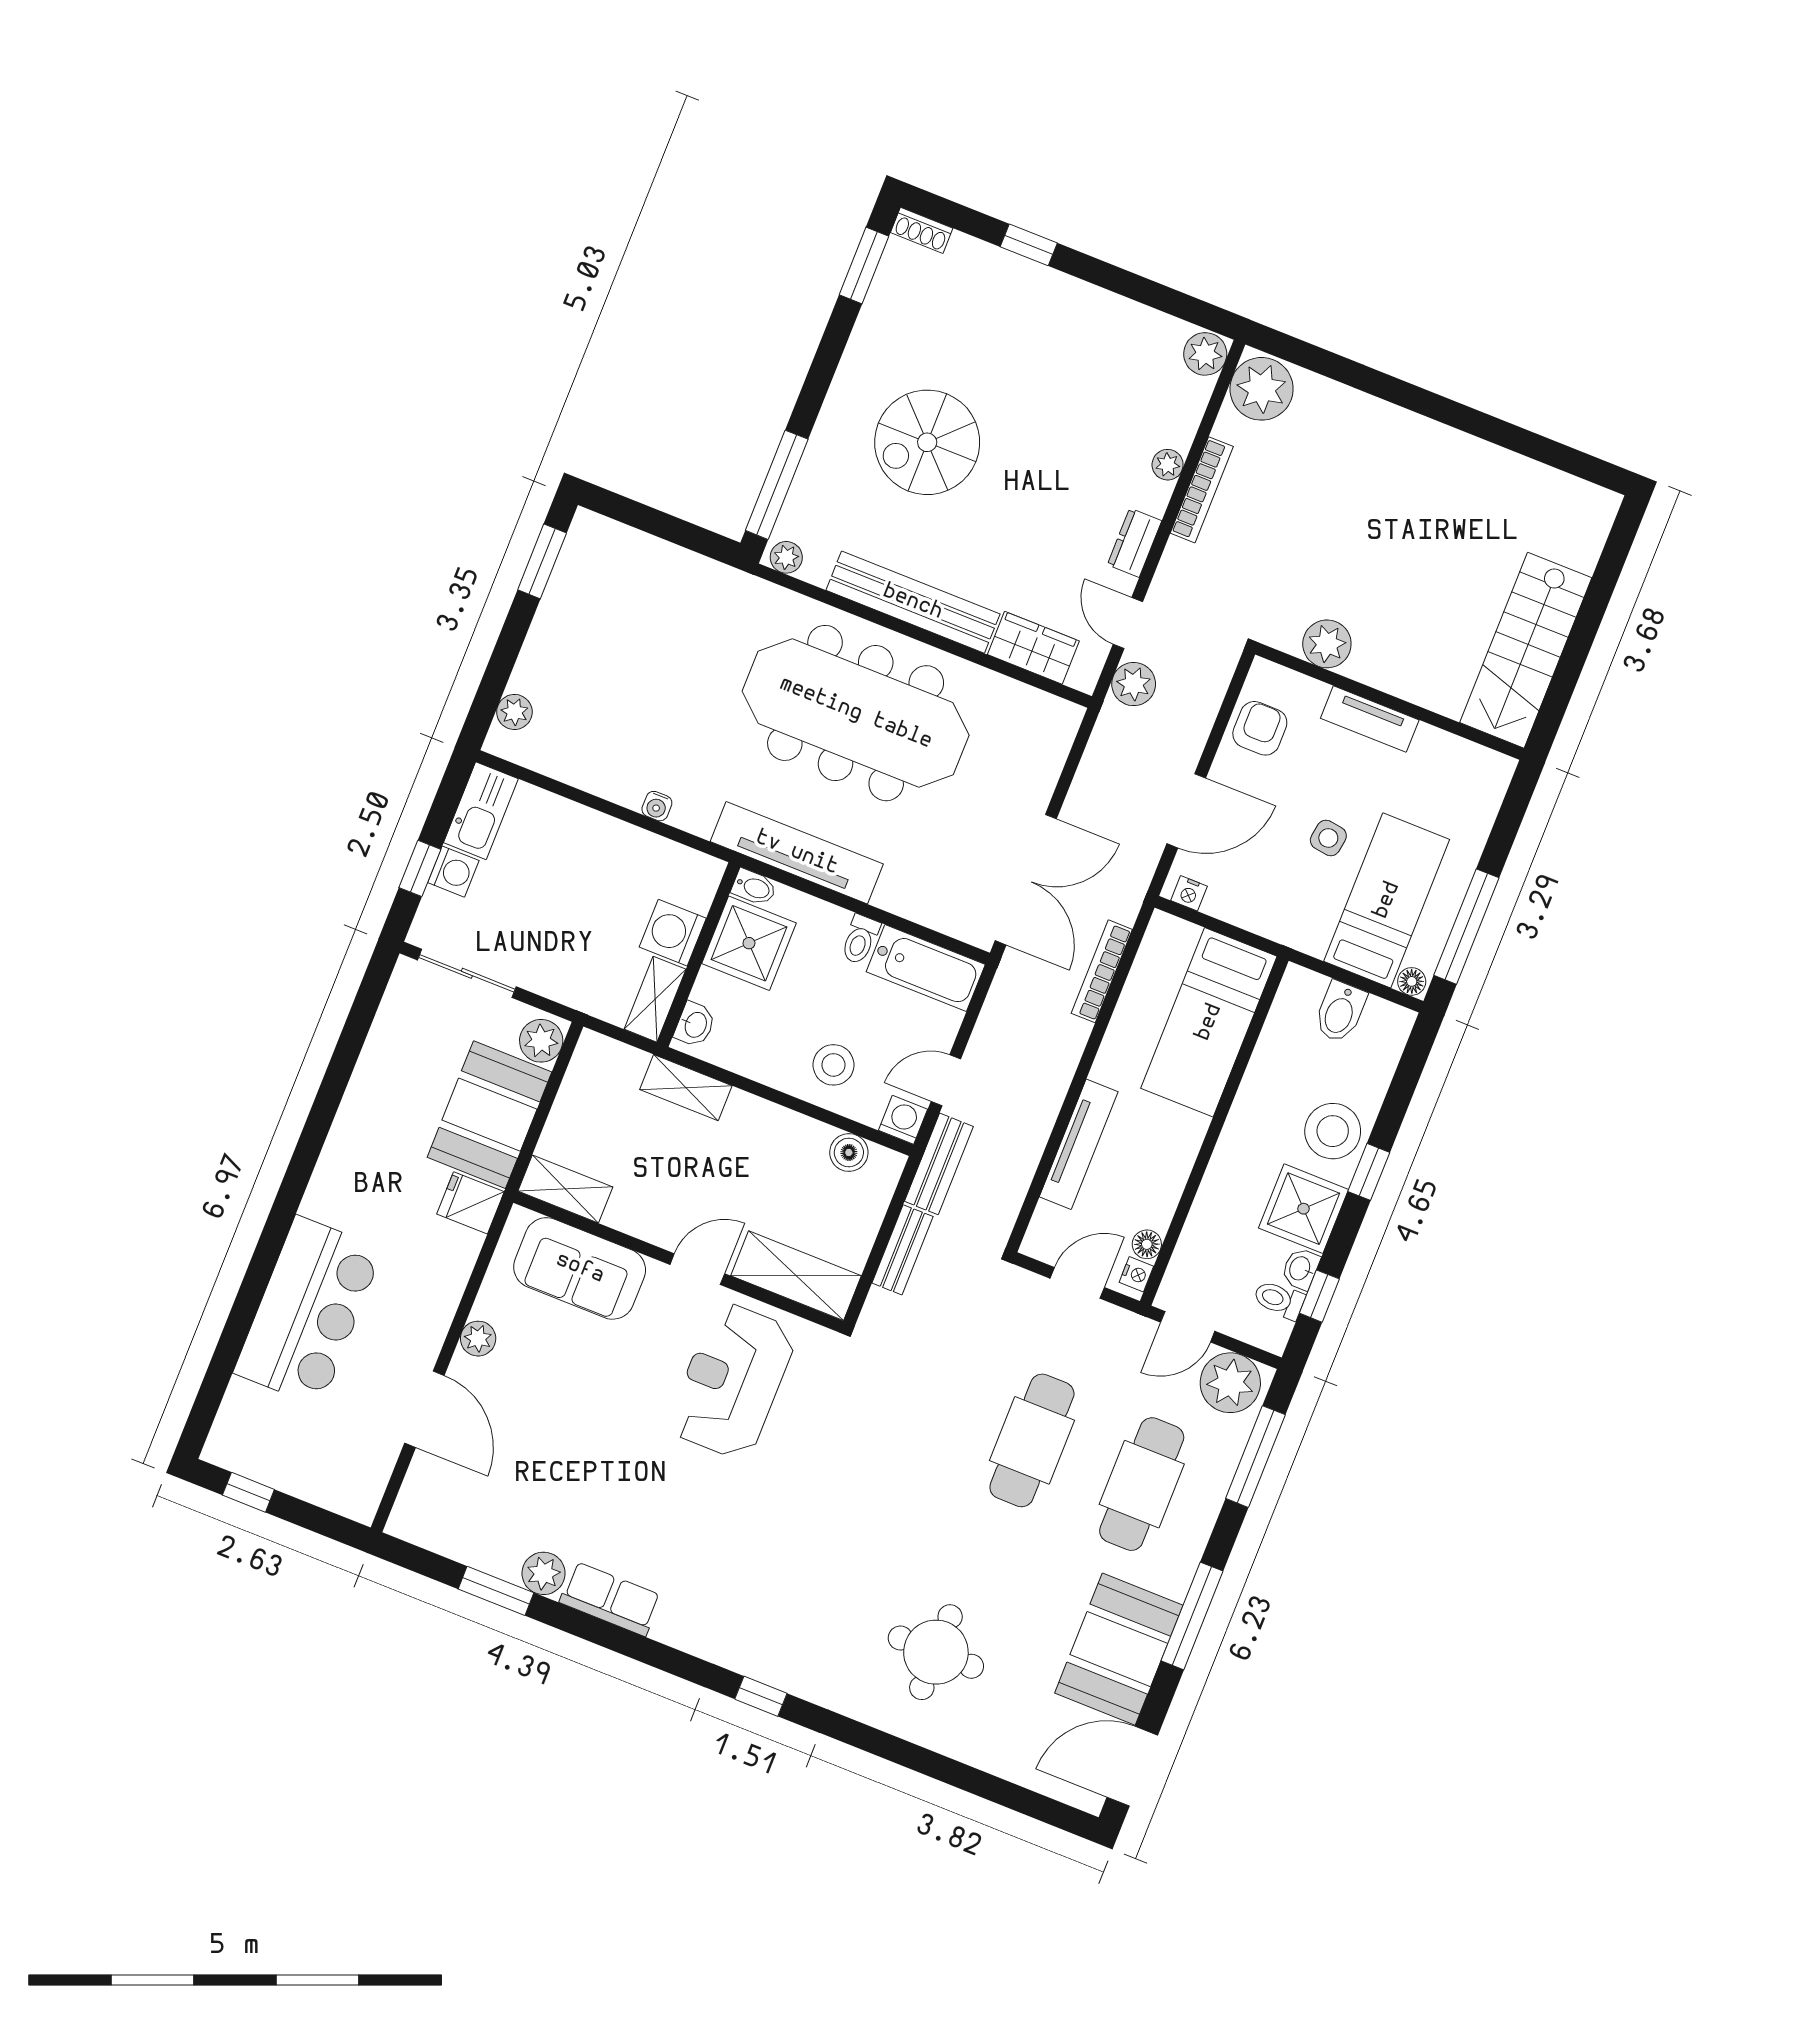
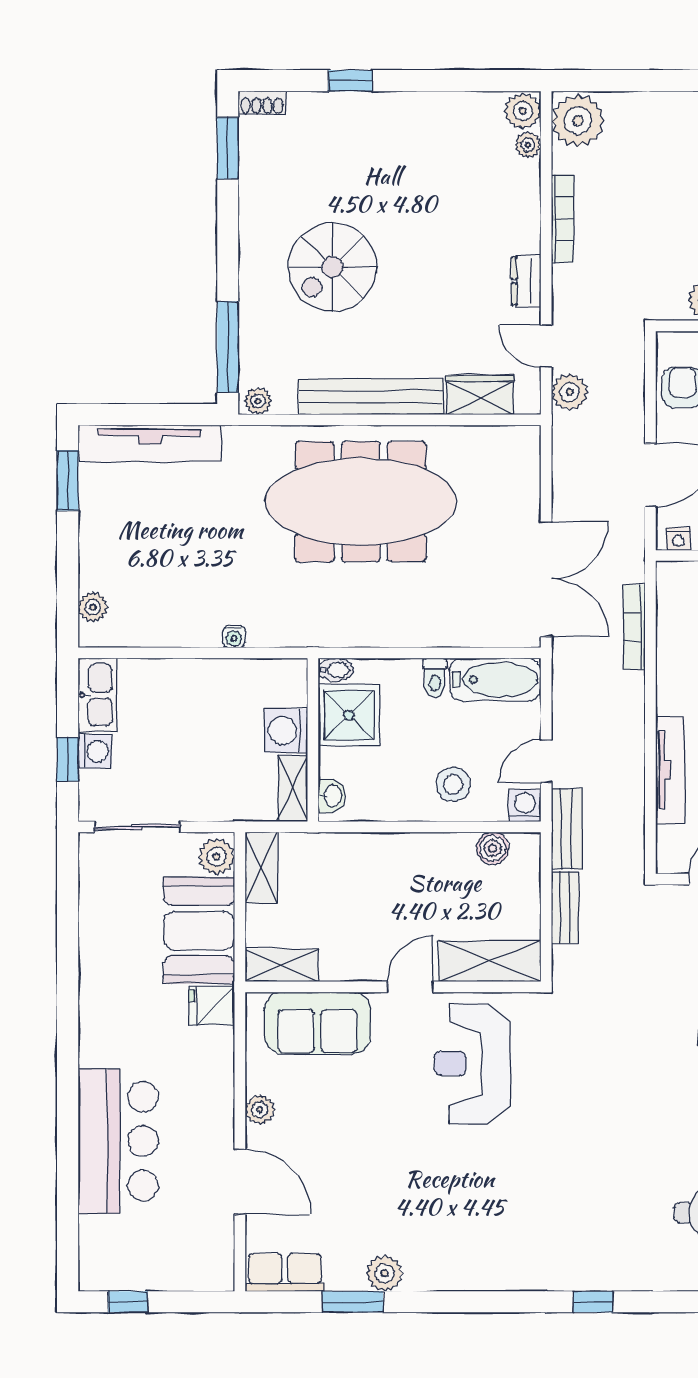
plant: (1168, 465) -> (528, 145), moved
tv unit: (797, 853) -> (149, 443), moved, turned 180
shelving: (686, 1088) -> (261, 868), moved, turned 90
row of seats: (610, 1599) -> (285, 1272), moved

